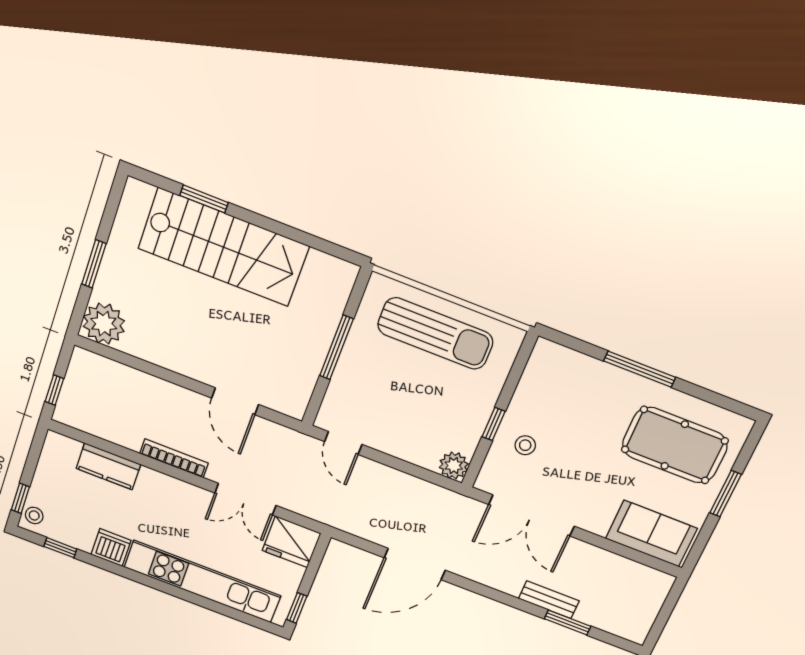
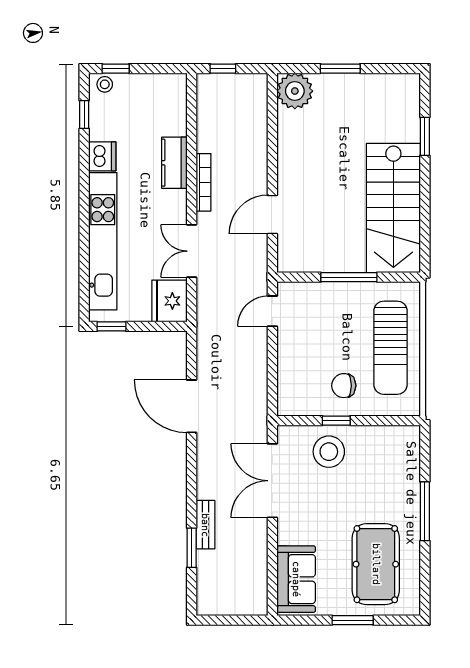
stairs: (224, 247) -> (393, 208), moved
chair: (458, 401) -> (344, 386), added
stool: (525, 445) -> (329, 452), width x1.89, depth x1.89
kitchen counter: (108, 466) -> (174, 163), moved
plant: (454, 466) -> (289, 404), removed

